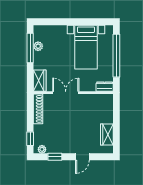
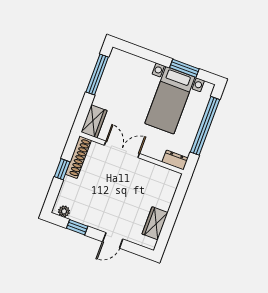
window: (88, 22) -> (184, 68), added
plant: (38, 46) -> (108, 76), removed
window: (30, 139) -> (62, 169), moved

